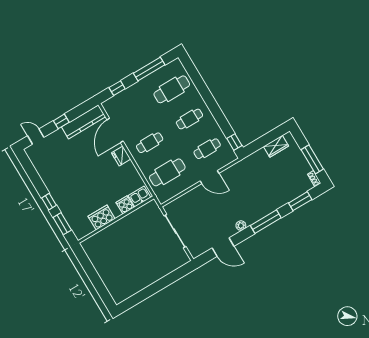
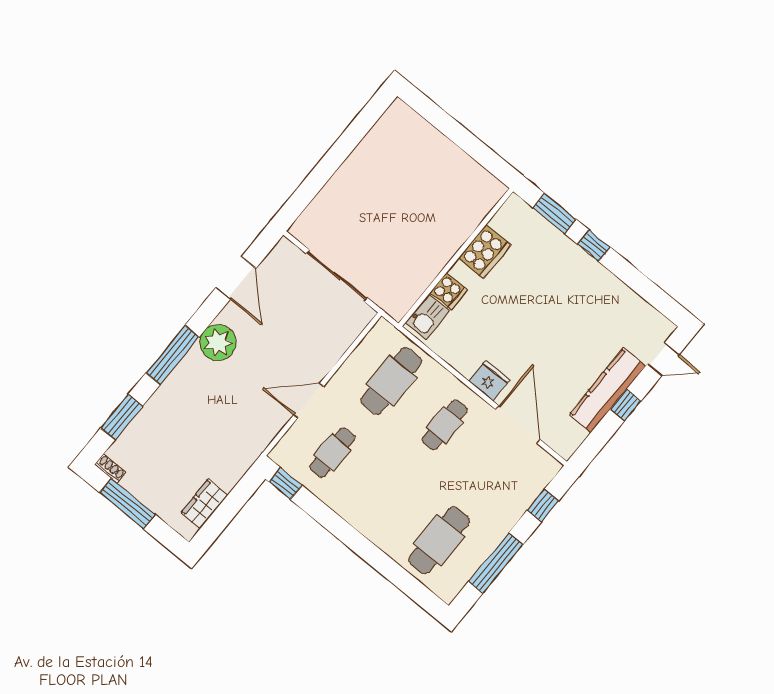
cafe table: (189, 119) -> (386, 496), removed
kitchen counter: (83, 122) -> (607, 390), moved
plant: (241, 226) -> (218, 343), width x1.87, depth x1.87
door: (223, 247) -> (236, 278), swing flipped

